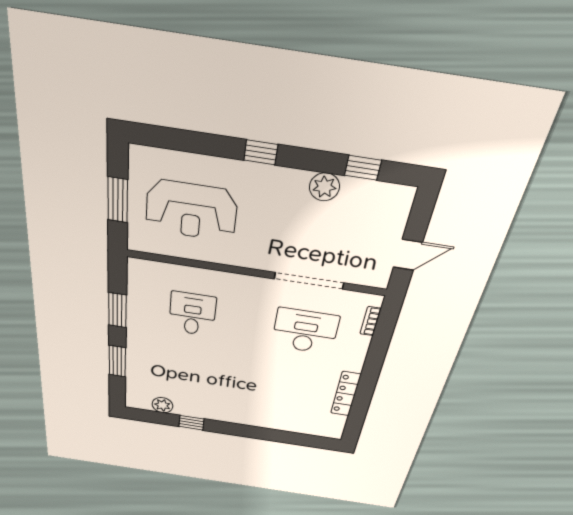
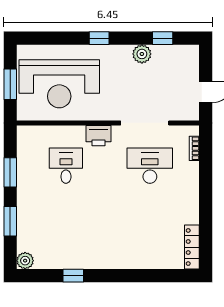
reception desk: (191, 211) -> (59, 84), width x1.36, depth x1.30
printer: (241, 286) -> (99, 136), added
locker: (346, 394) -> (192, 247), moved
plant: (162, 405) -> (25, 261), moved

